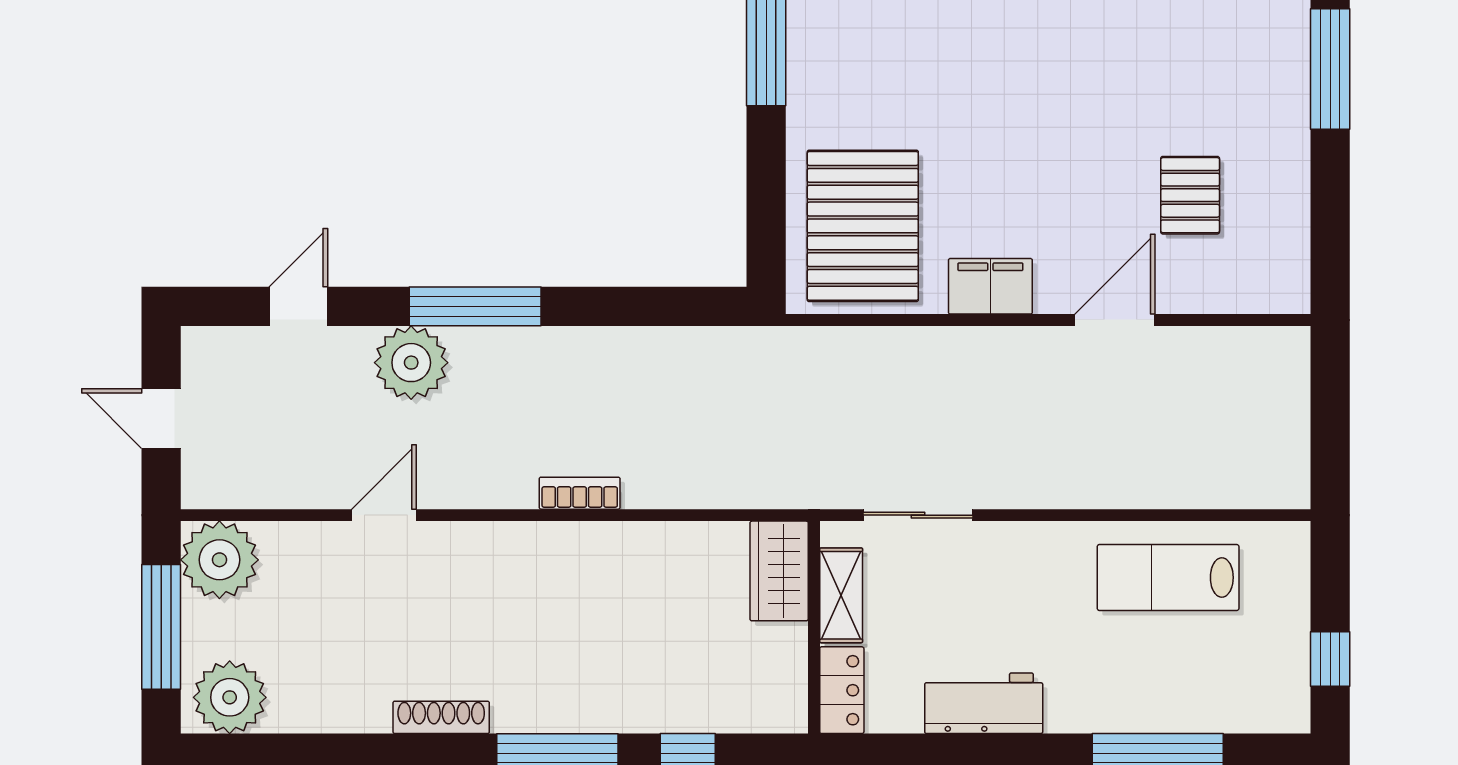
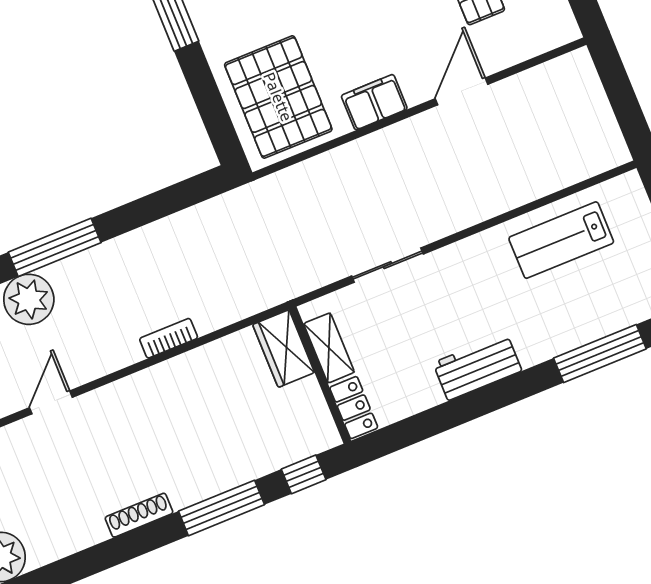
wardrobe: (779, 571) -> (284, 349), moved
shelving: (841, 595) -> (329, 348), moved
wall: (814, 627) -> (320, 375), moved
locker: (842, 690) -> (354, 408), moved

